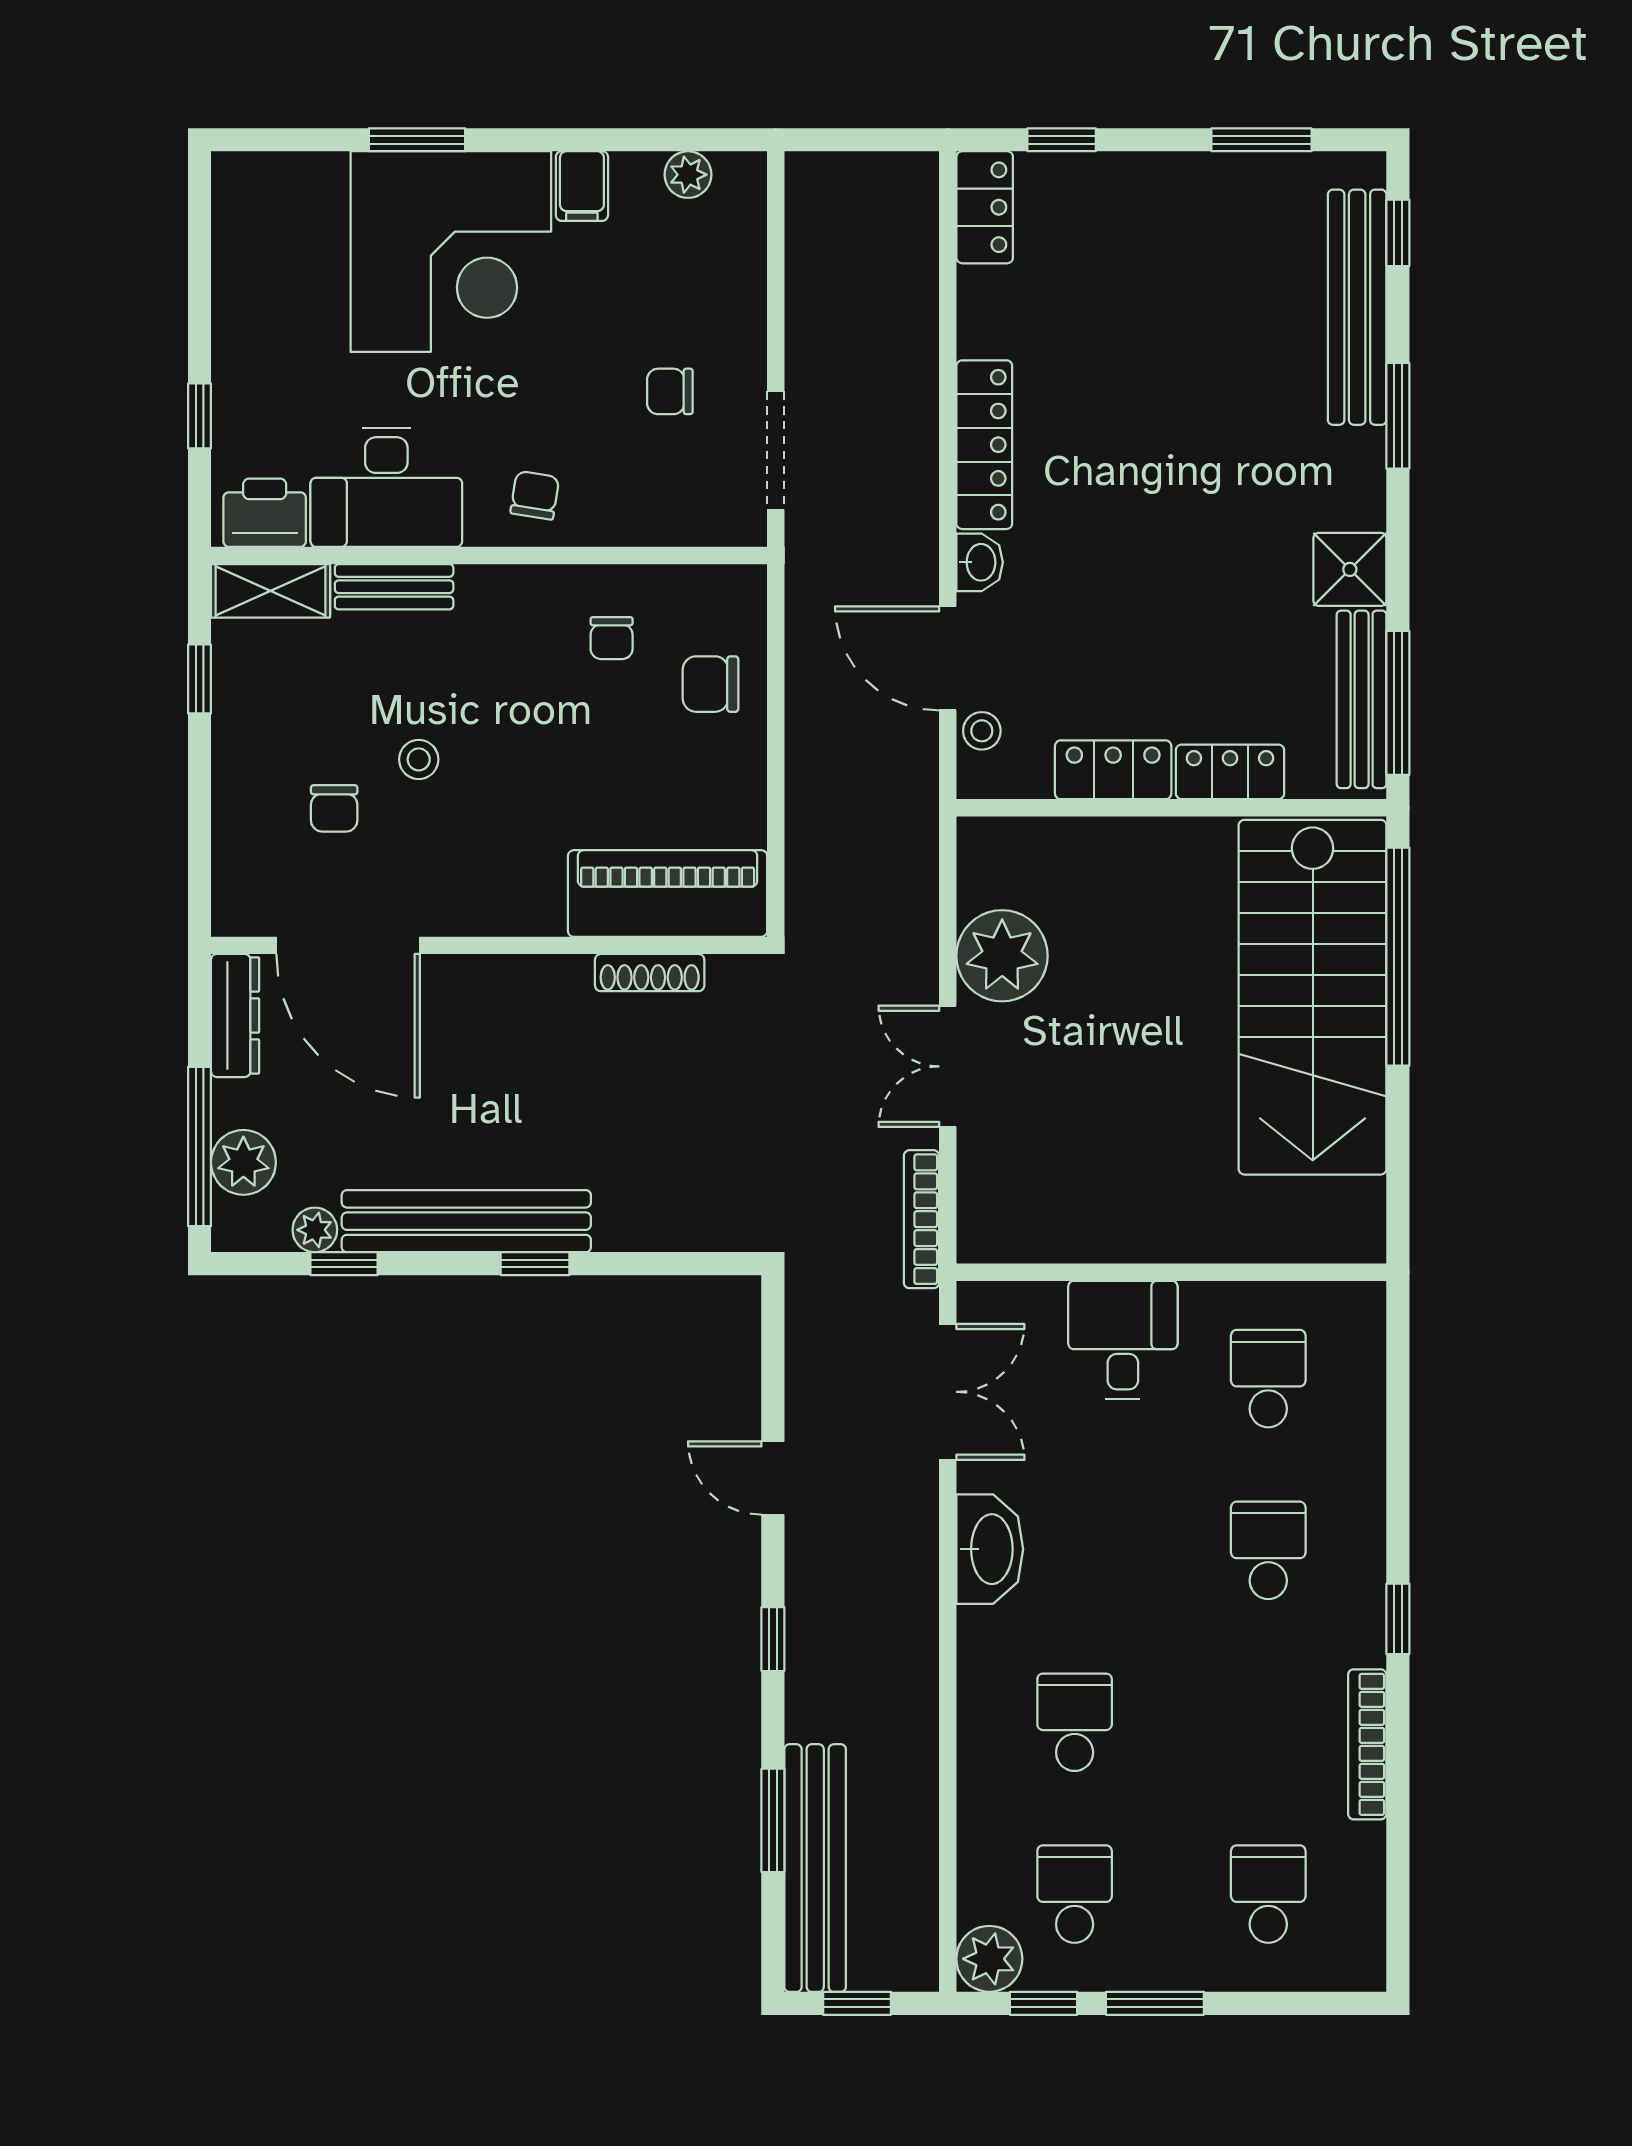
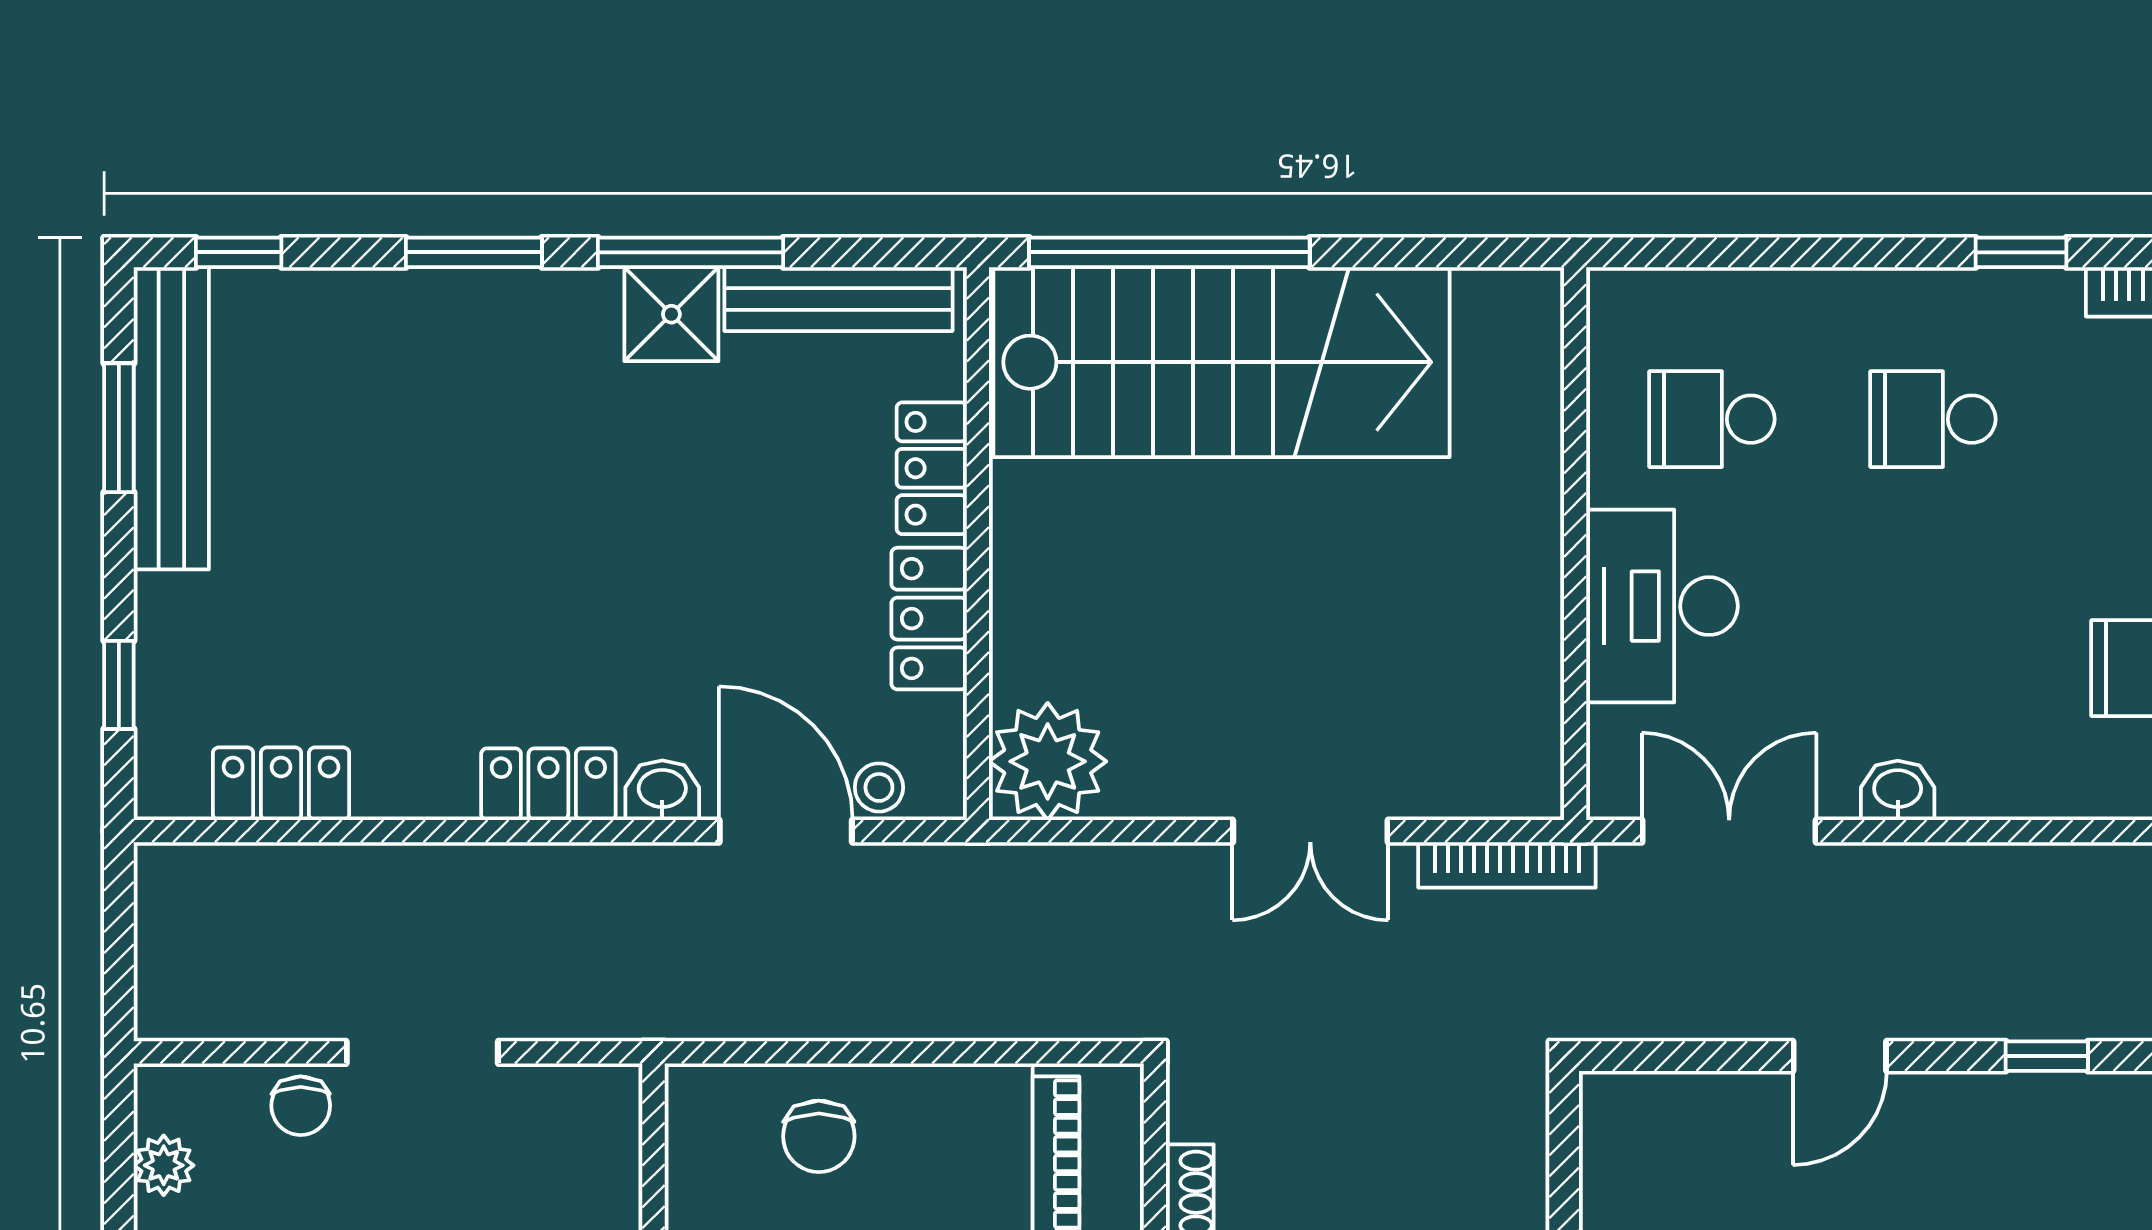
locker: (985, 207) -> (281, 784), moved
bench: (1357, 307) -> (171, 418), moved, turned 90
chair: (670, 391) -> (301, 1106), moved
locker: (984, 445) -> (548, 784), width x0.66
doorway: (776, 450) -> (422, 1052), moved
door: (948, 658) -> (786, 831), swing flipped
window: (1398, 703) -> (691, 252), moved
plant: (1002, 956) -> (1048, 761), moved
desk: (1123, 1340) -> (1662, 606), width x1.37
washbasin: (990, 1549) -> (1898, 790), width x0.52, depth x0.69

